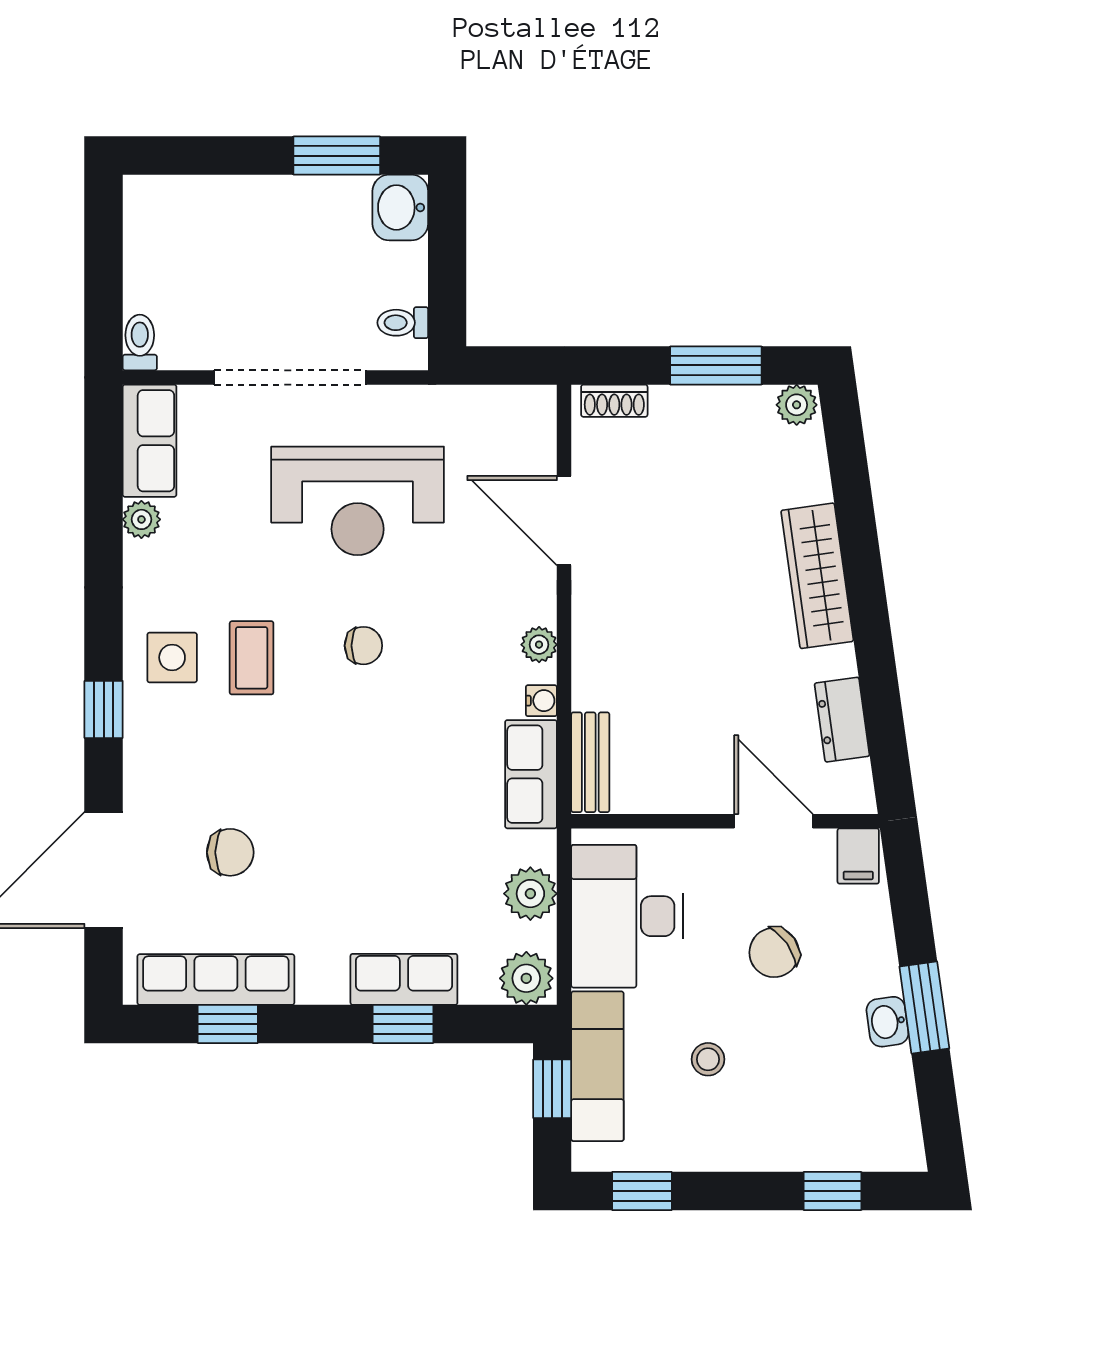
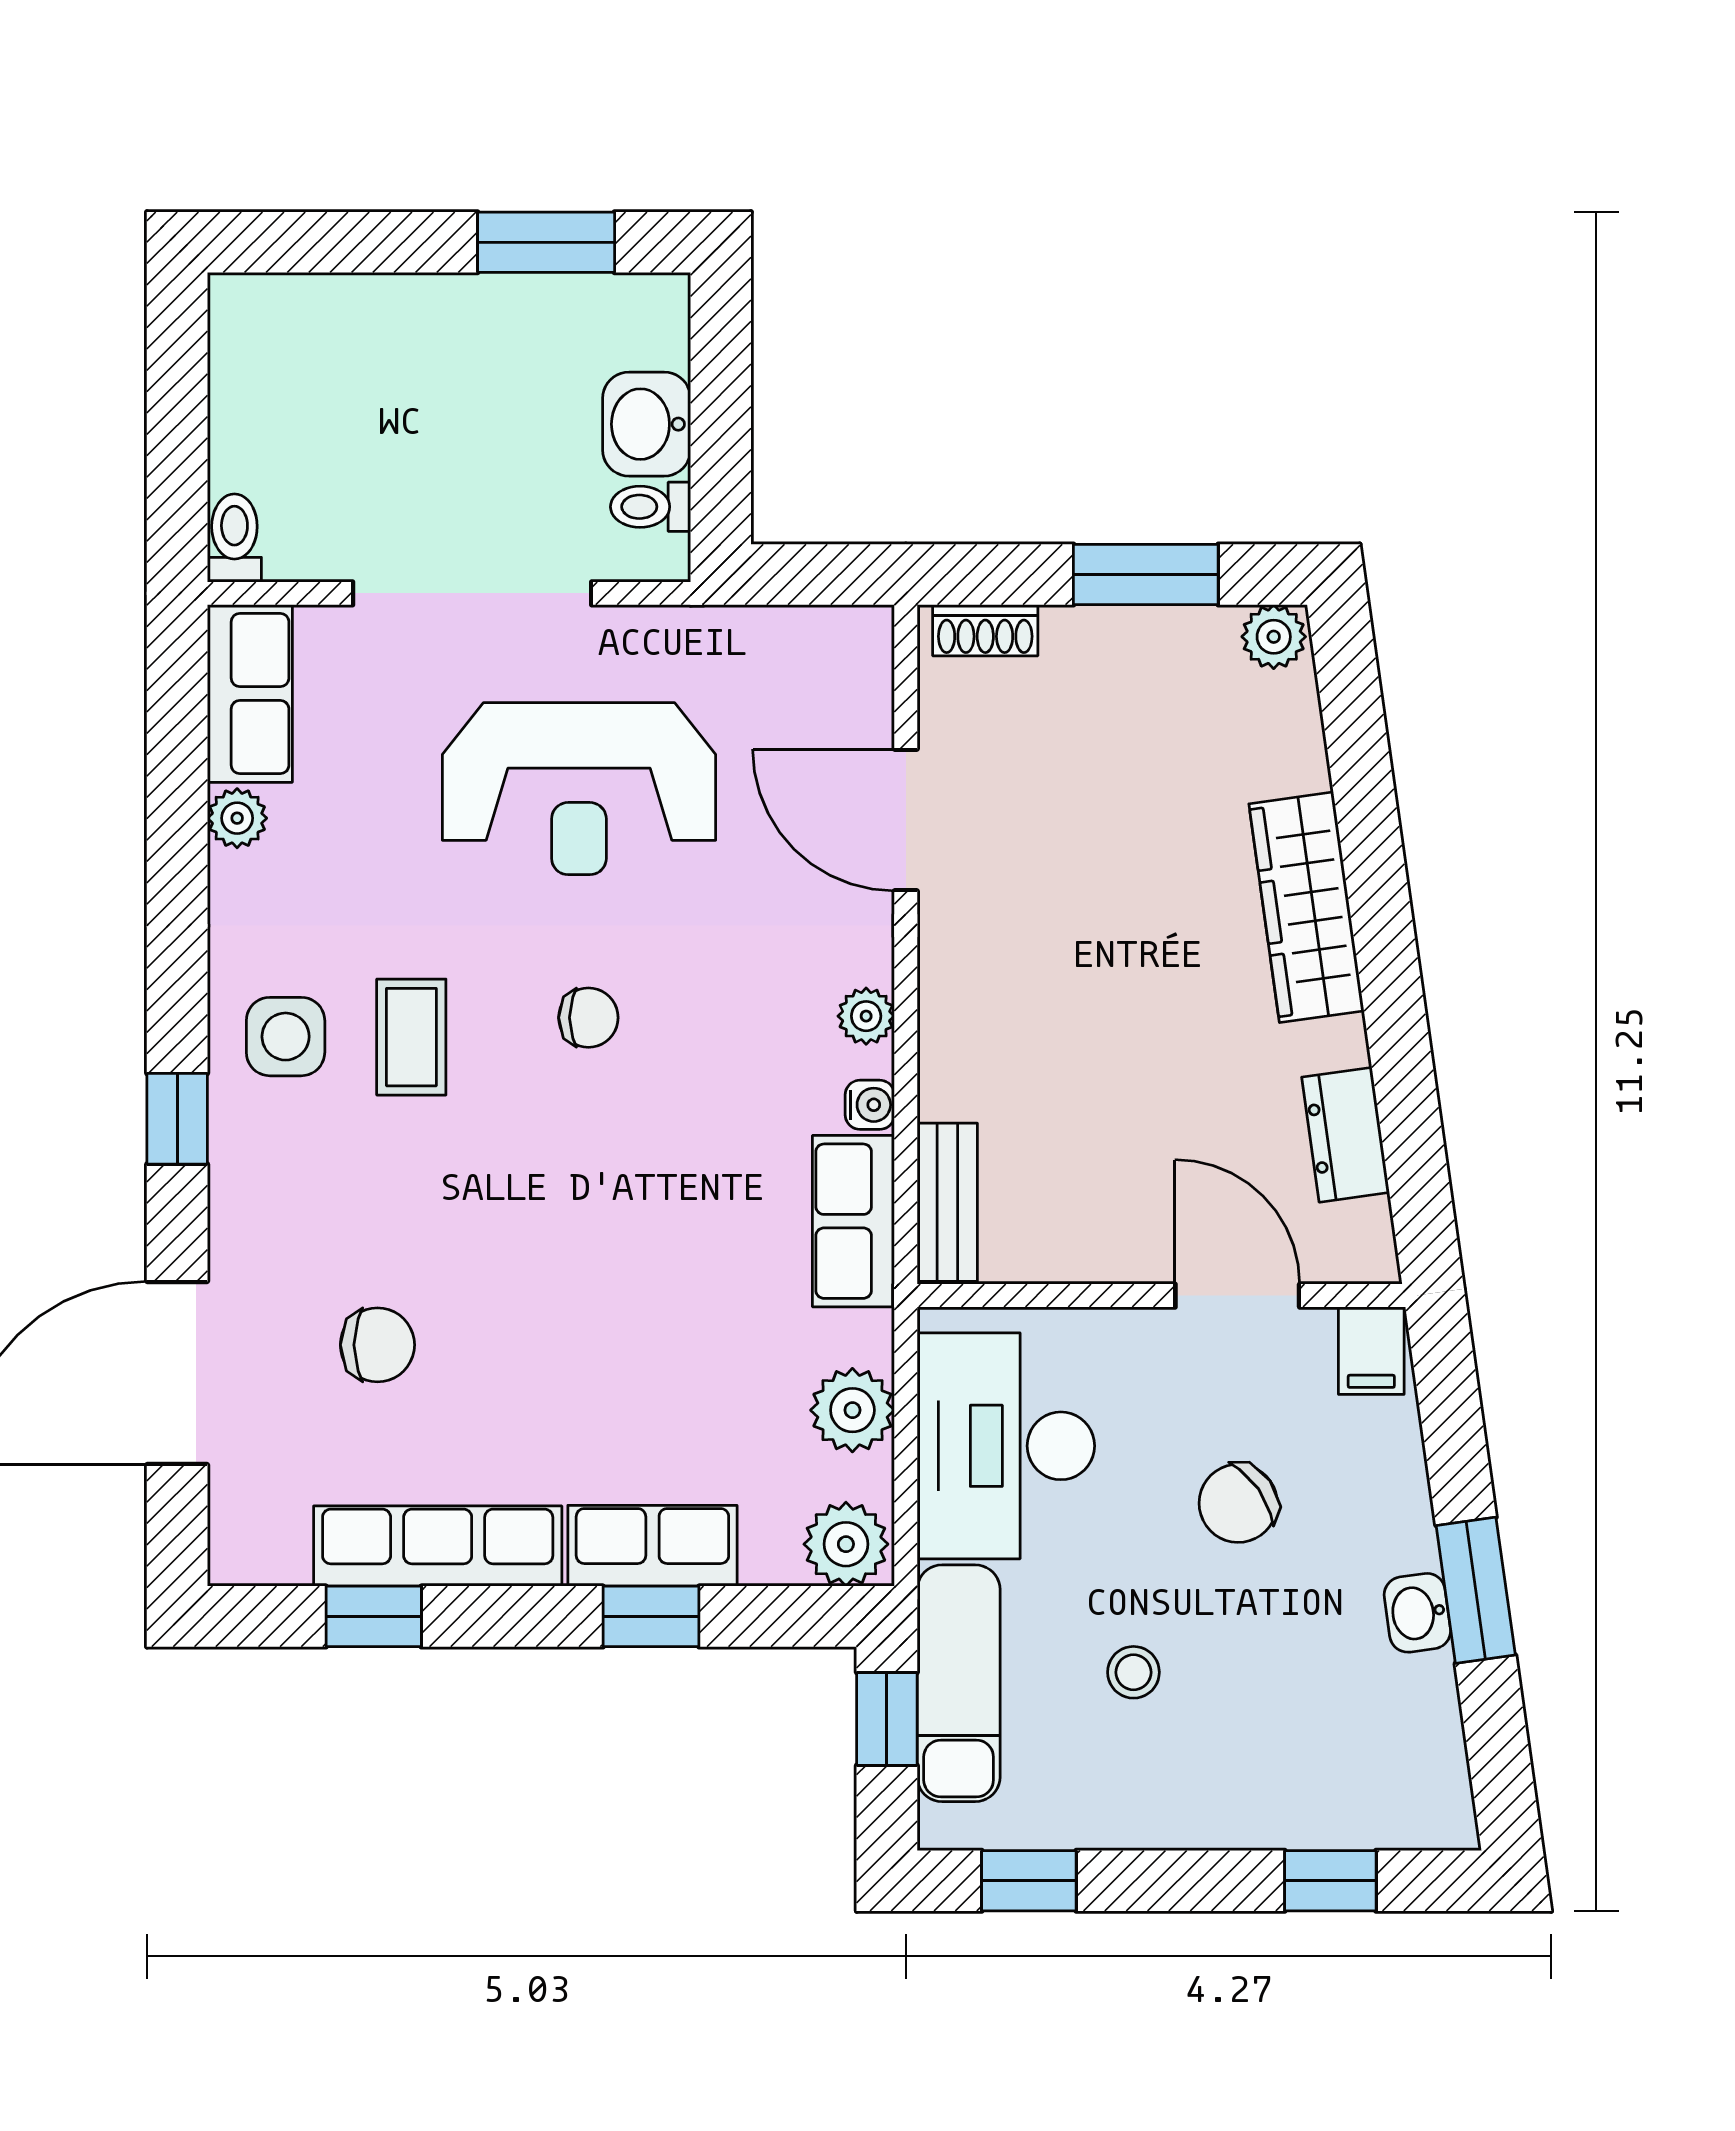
washbasin: (400, 207) -> (647, 424), moved
row of seats: (216, 980) -> (438, 1546), moved

